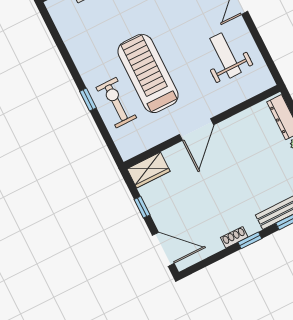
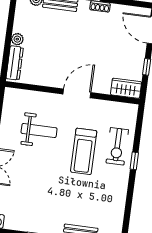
weight bench: (226, 55) -> (39, 131), moved, turned -90
treadmill: (148, 73) -> (84, 151), width x0.73, depth x0.73

